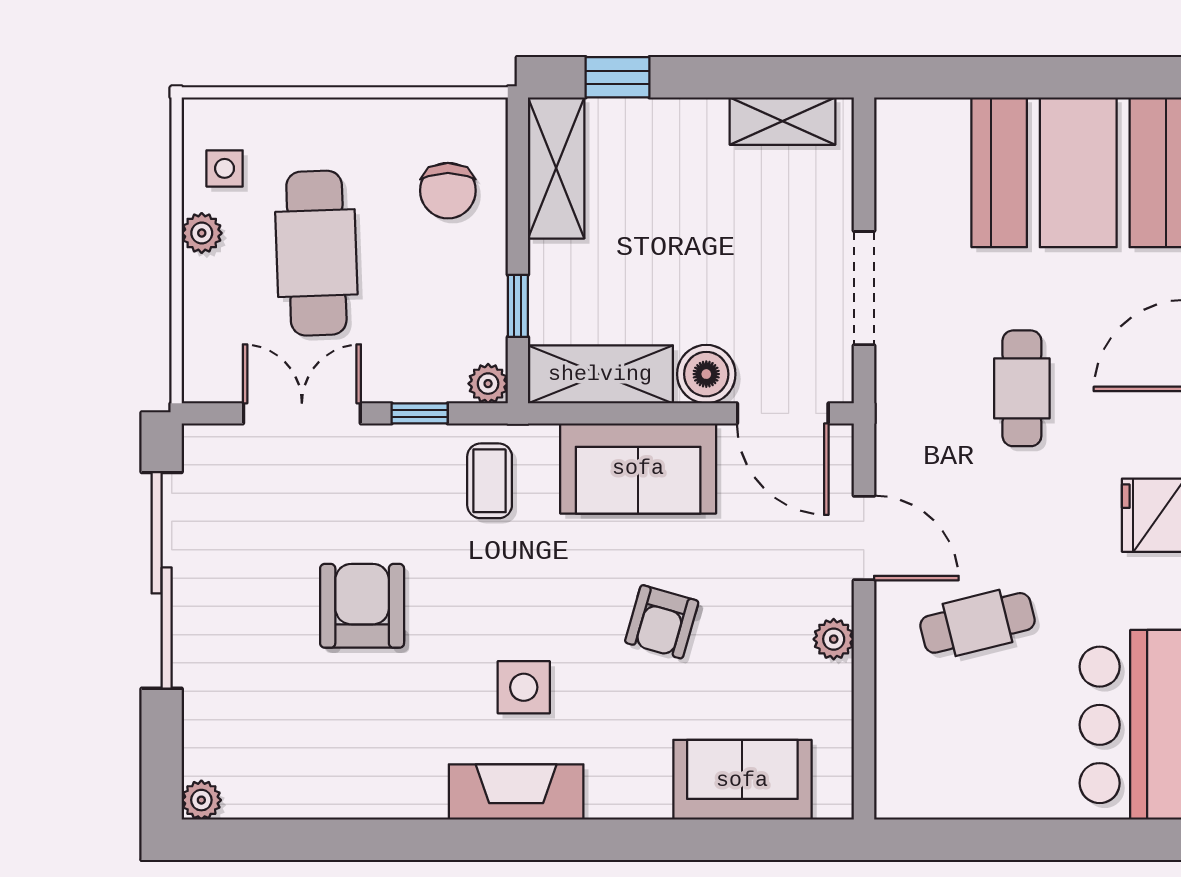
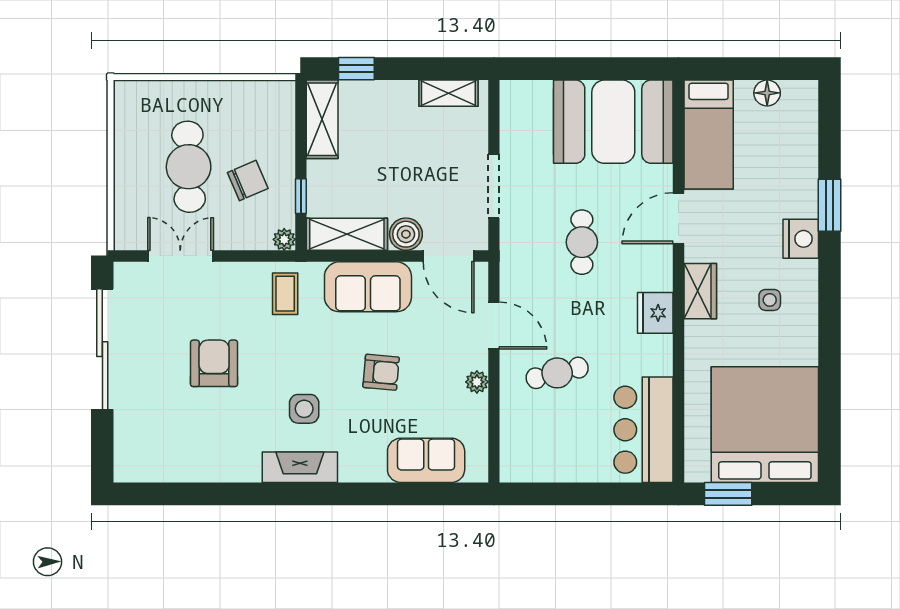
side table: (225, 168) -> (137, 119), removed
chair: (448, 191) -> (248, 181), moved, turned -113
plant: (202, 233) -> (125, 156), removed
window: (420, 413) -> (246, 256), removed
armchair: (662, 622) -> (381, 372), turned -101
plant: (201, 800) -> (124, 472), removed

